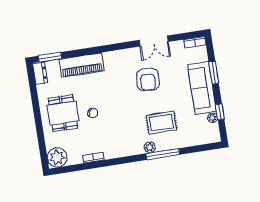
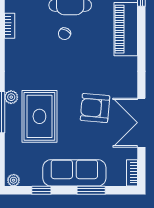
double door: (154, 41) -> (141, 123), width x1.37
plant: (213, 118) -> (14, 180), moved
rug: (161, 123) -> (39, 116), width x1.36, depth x1.43

